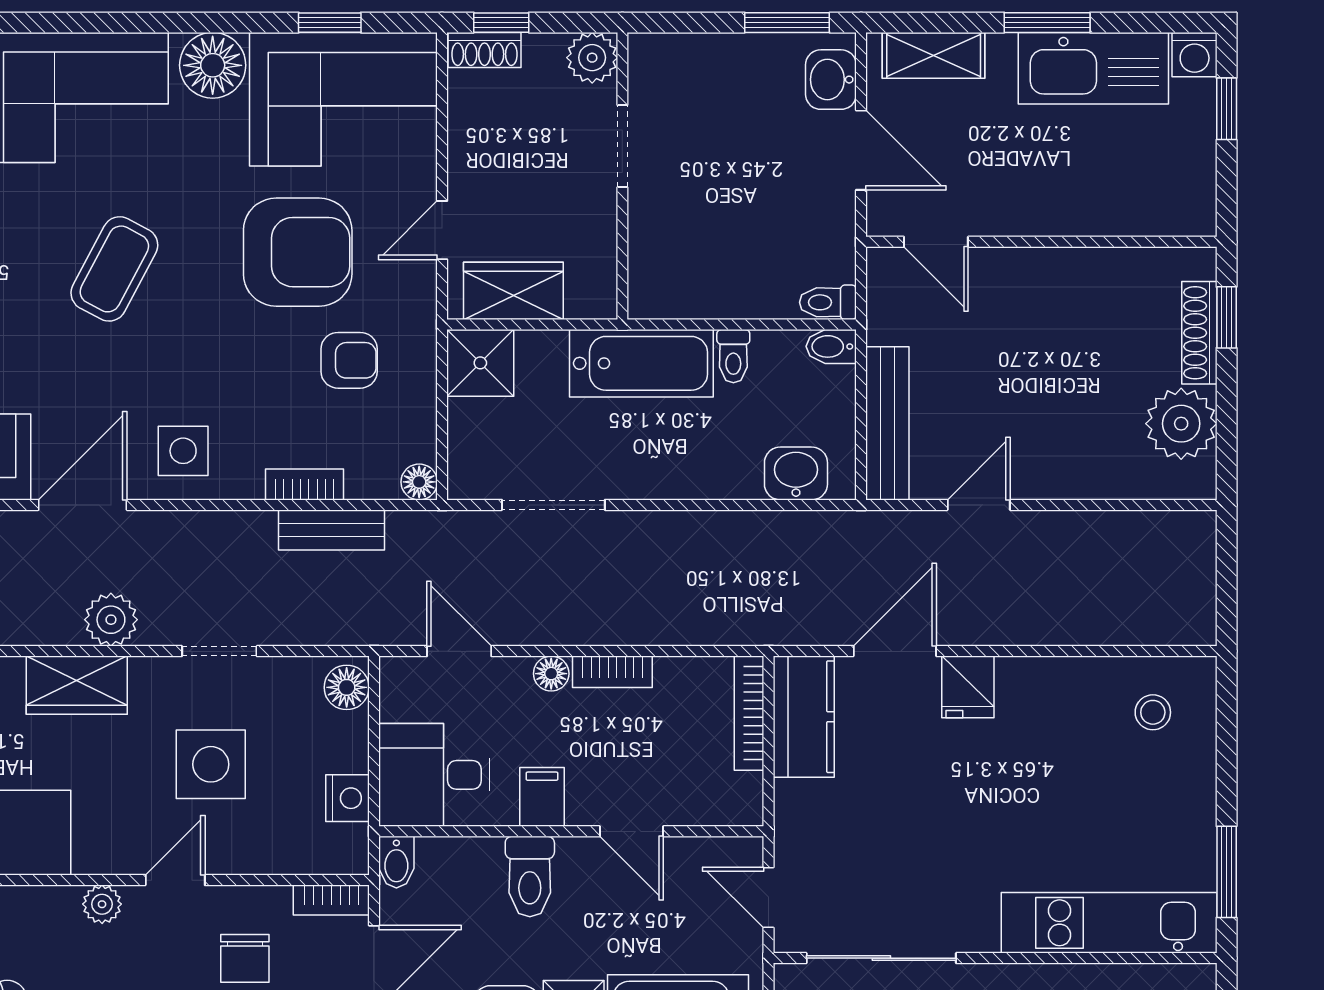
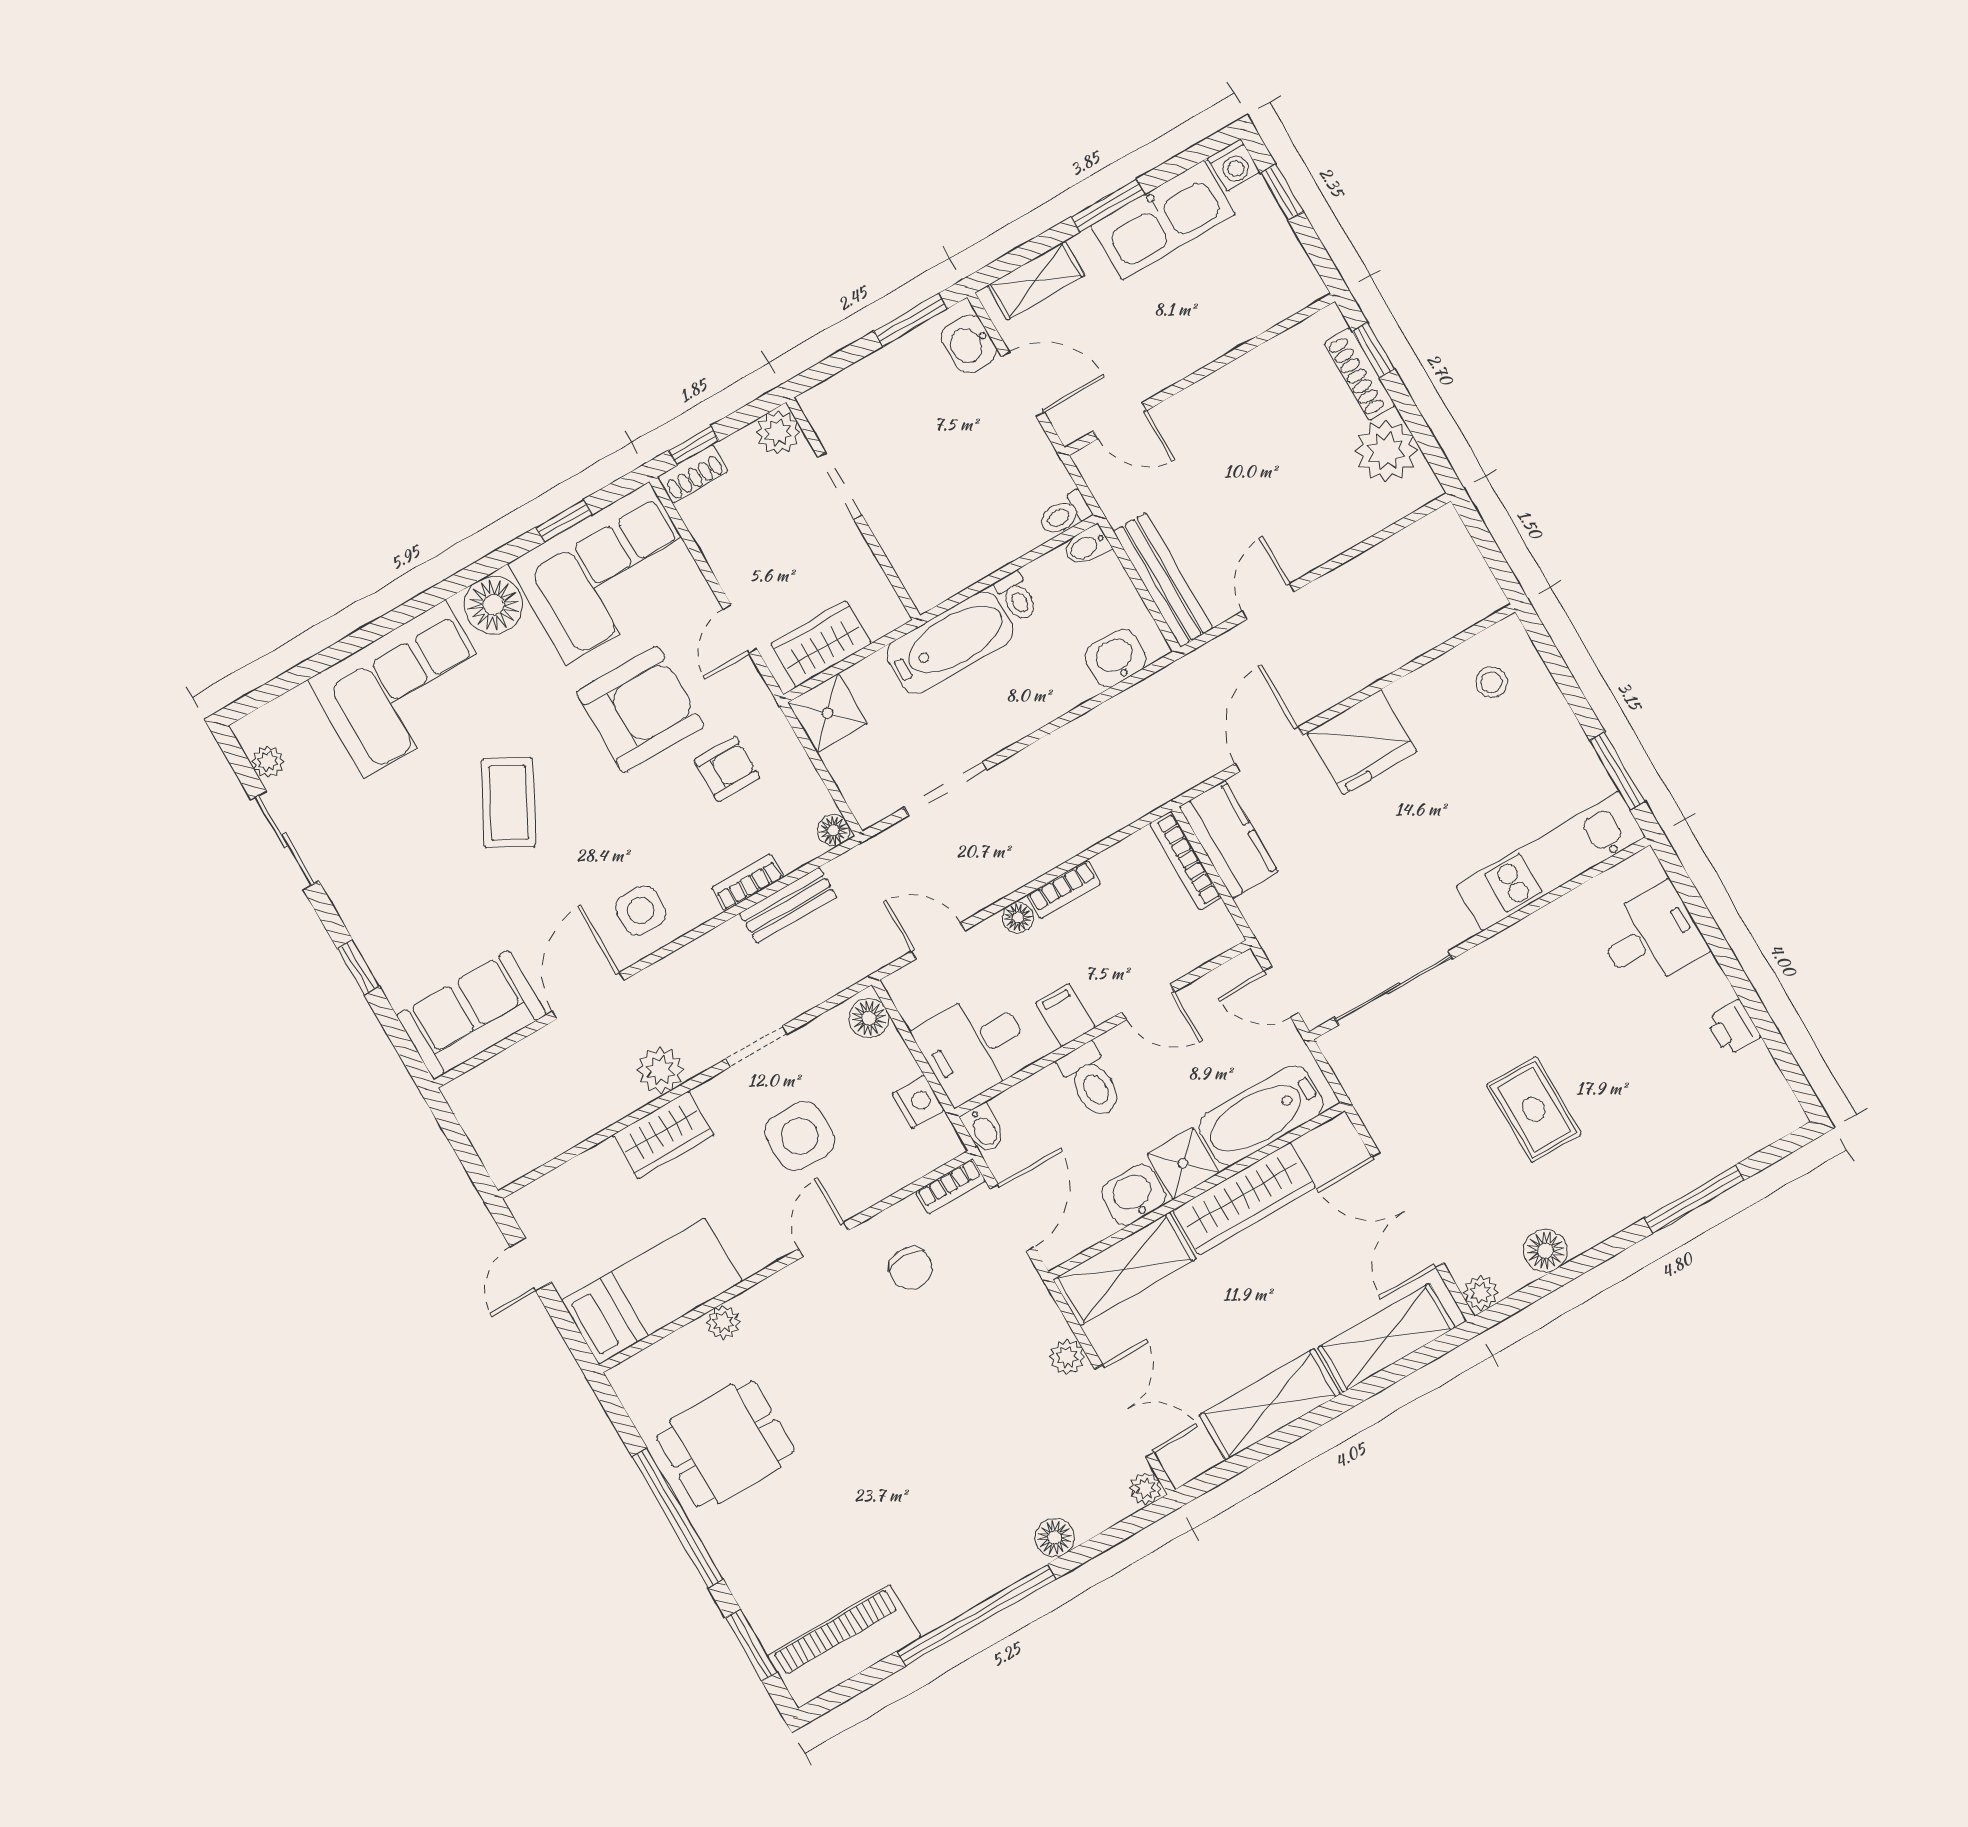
fridge: (968, 687) -> (1362, 742), width x1.88, depth x1.34
plant: (102, 904) -> (723, 1322), moved

